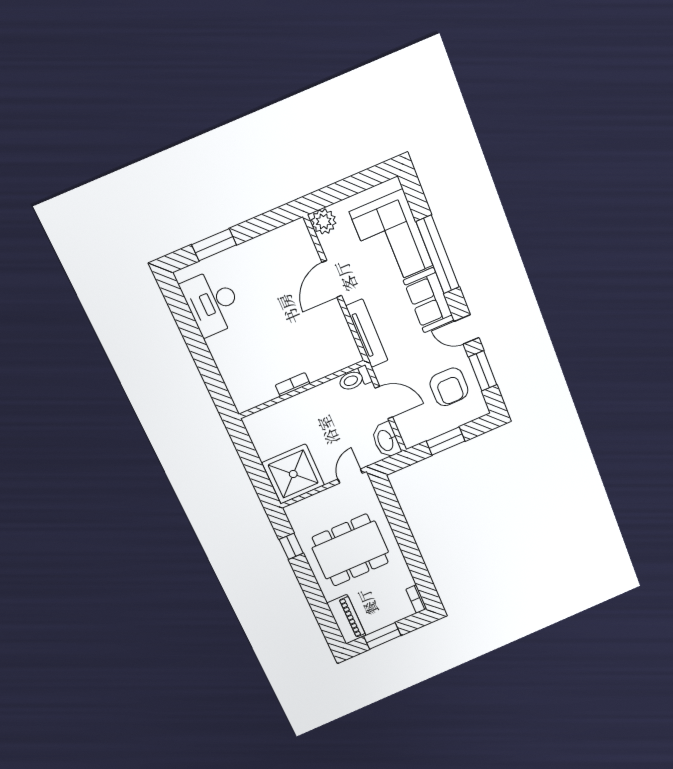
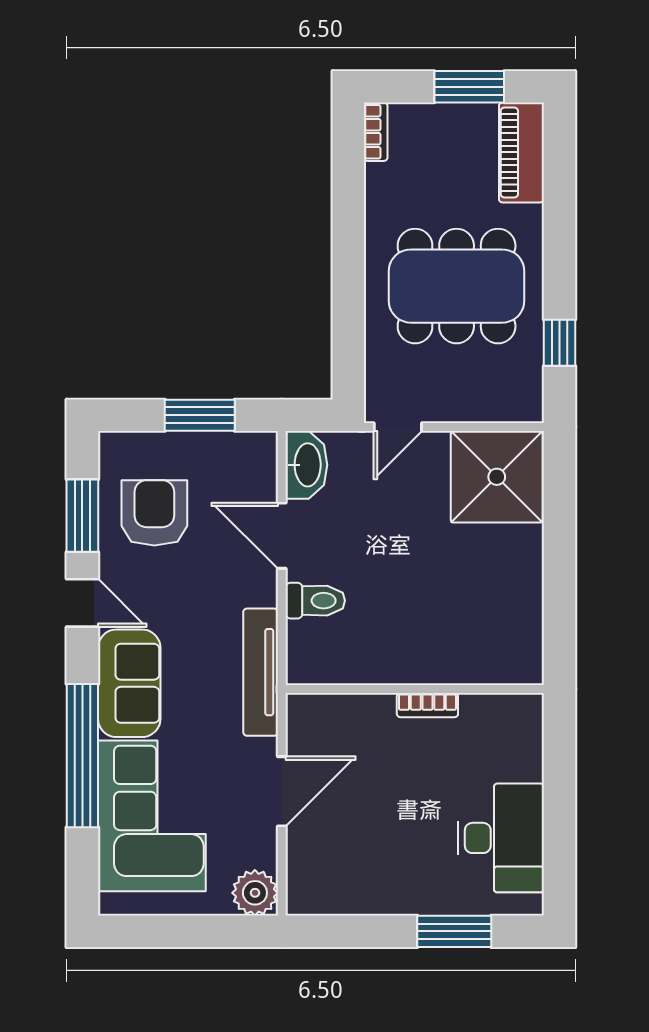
bookcase: (293, 384) -> (427, 705), moved
wall: (302, 389) -> (415, 689), moved

